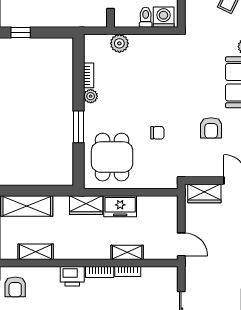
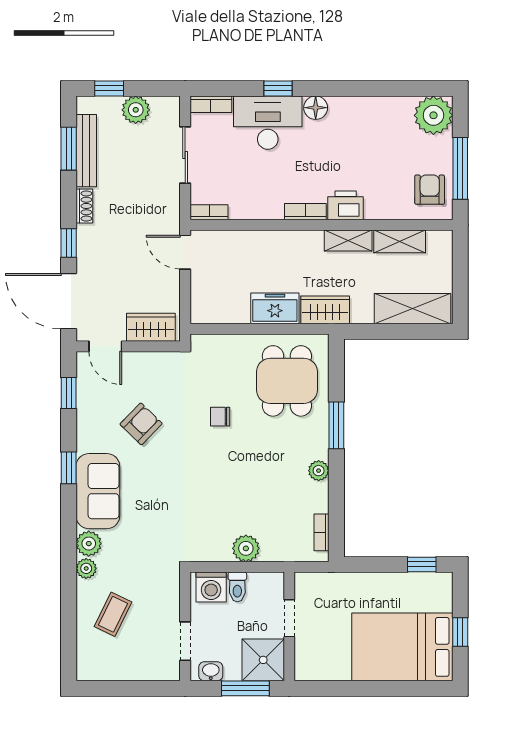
plant: (119, 43) -> (246, 548), moved
bookcase: (89, 75) -> (322, 532), moved
armchair: (211, 128) -> (141, 424), turned 44
shelving: (127, 252) -> (348, 240), moved
bookcase: (128, 271) -> (209, 212), moved

